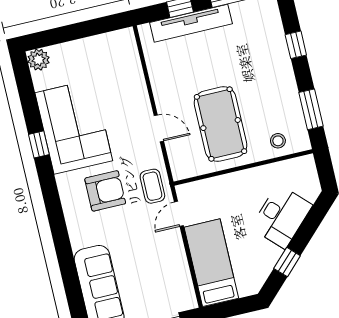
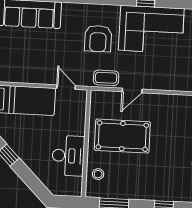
coffee table: (152, 186) -> (106, 78), moved
desk: (281, 216) -> (68, 156), moved, turned -135

